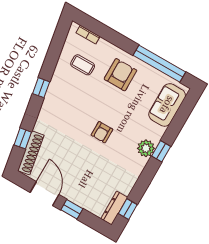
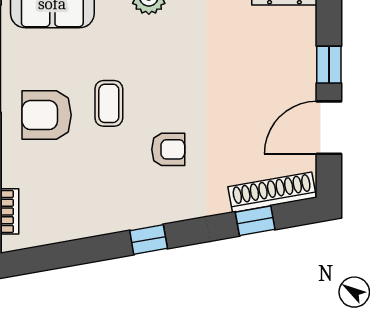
coffee table: (83, 65) -> (109, 103), moved
armchair: (102, 132) -> (168, 149), moved

